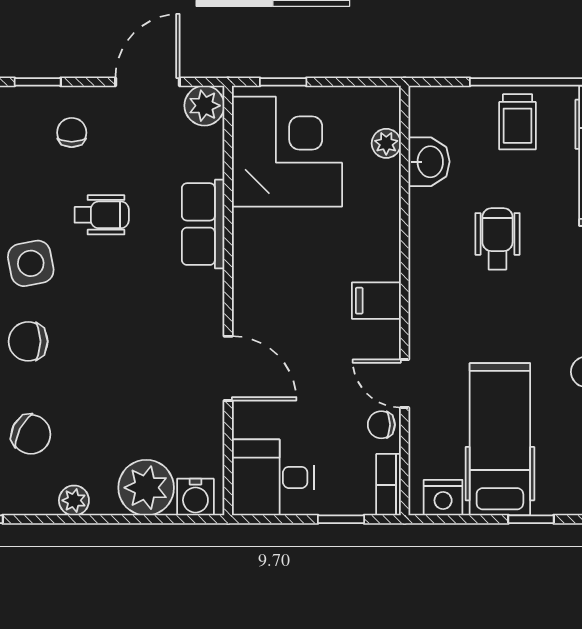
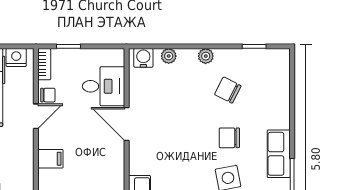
chair: (28, 341) -> (229, 138), turned 180
door: (405, 383) -> (36, 116), hinge flipped
desk: (273, 477) -> (104, 86), moved
plant: (146, 488) -> (169, 56), width x0.53, depth x0.53

